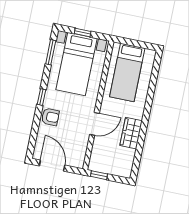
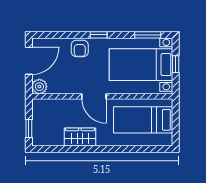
door: (94, 124) -> (94, 96), moved
plant: (78, 161) -> (39, 87), added
window: (99, 175) -> (29, 128), moved

